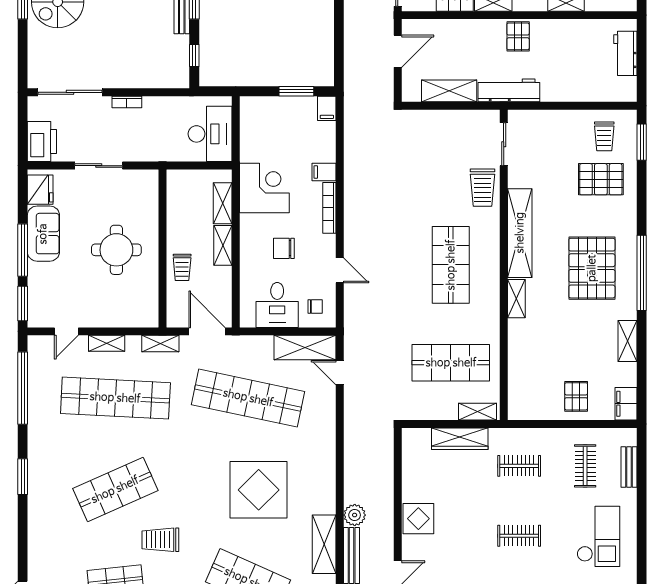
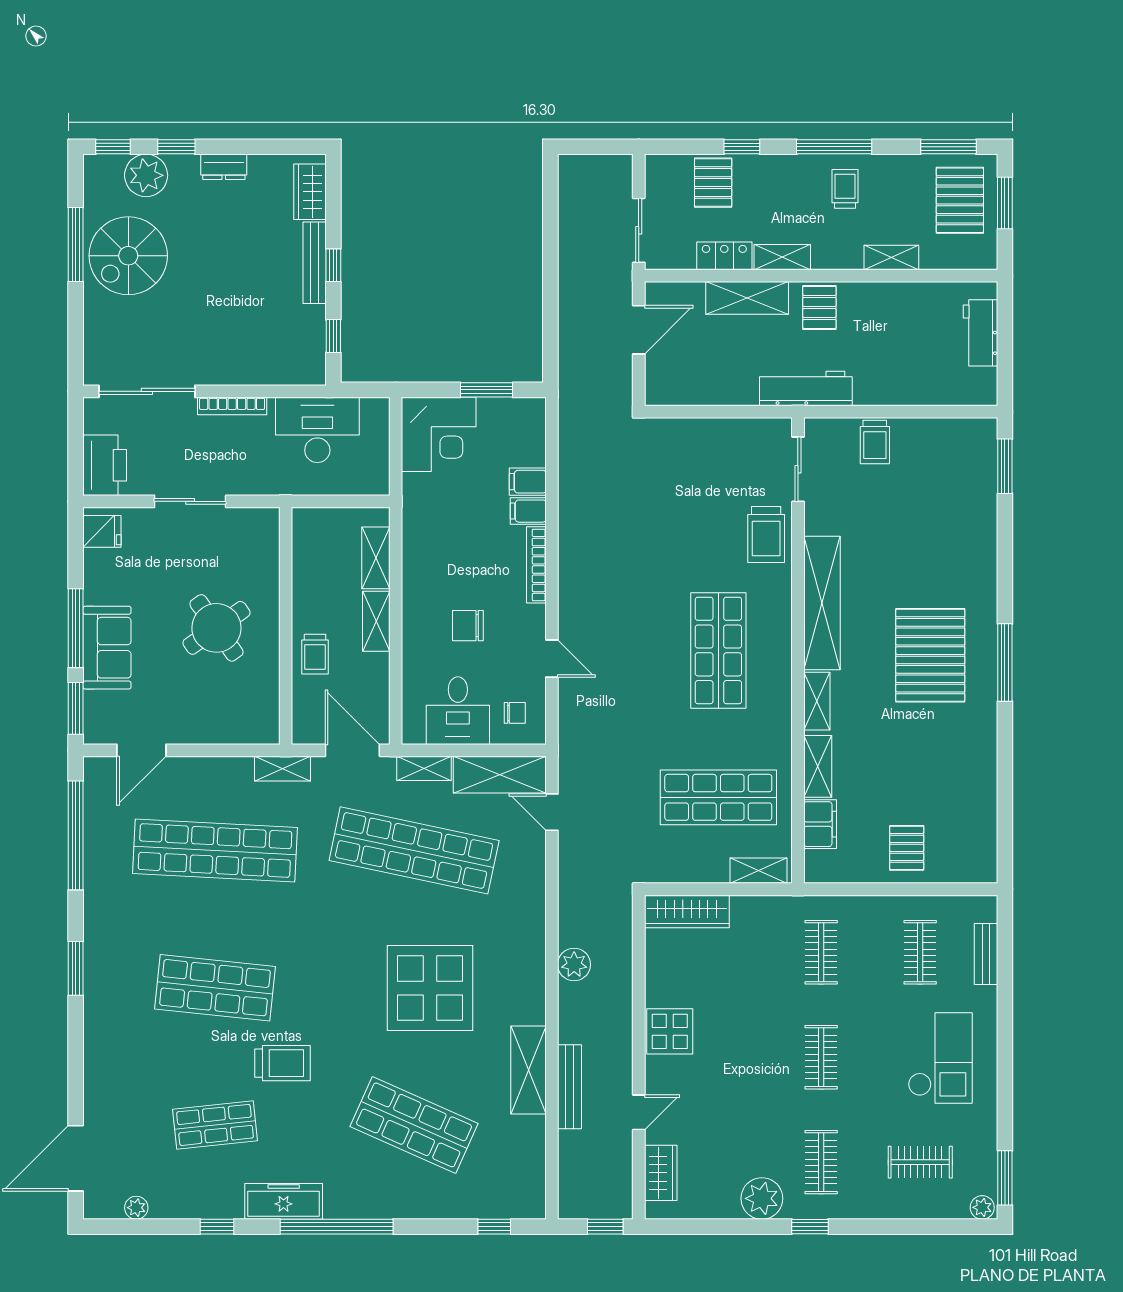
shelving: (449, 91) -> (747, 298), moved
bookcase: (127, 102) -> (232, 406), width x1.56
filing cabinet: (327, 108) -> (528, 482), moved, turned 90
desk: (210, 134) -> (317, 430), moved, turned -90
trolley: (604, 136) -> (875, 442), moved
pallet: (601, 179) -> (944, 522), removed
corner desk: (264, 188) -> (439, 434), moved, turned 90
fridge: (40, 190) -> (102, 531), width x0.72
sofa: (43, 234) -> (107, 648), moved
round table: (116, 250) -> (216, 628), turned -35
window: (642, 273) -> (1005, 663), width x0.68
door: (66, 331) -> (141, 750), width x1.38
shelving: (628, 341) -> (818, 766), moved
shelving: (107, 343) -> (424, 768), moved
filing cabinet: (626, 404) -> (820, 824), moved, turned 180
wardrobe: (460, 439) -> (687, 911), moved
clothes rail: (519, 466) -> (821, 952), turned 90
shop shelf: (115, 490) -> (215, 988), turned 30
plant: (355, 515) -> (574, 964), moved
clothes rail: (519, 536) -> (821, 1057), turned 90
trolley: (160, 540) -> (283, 1063), turned 180

